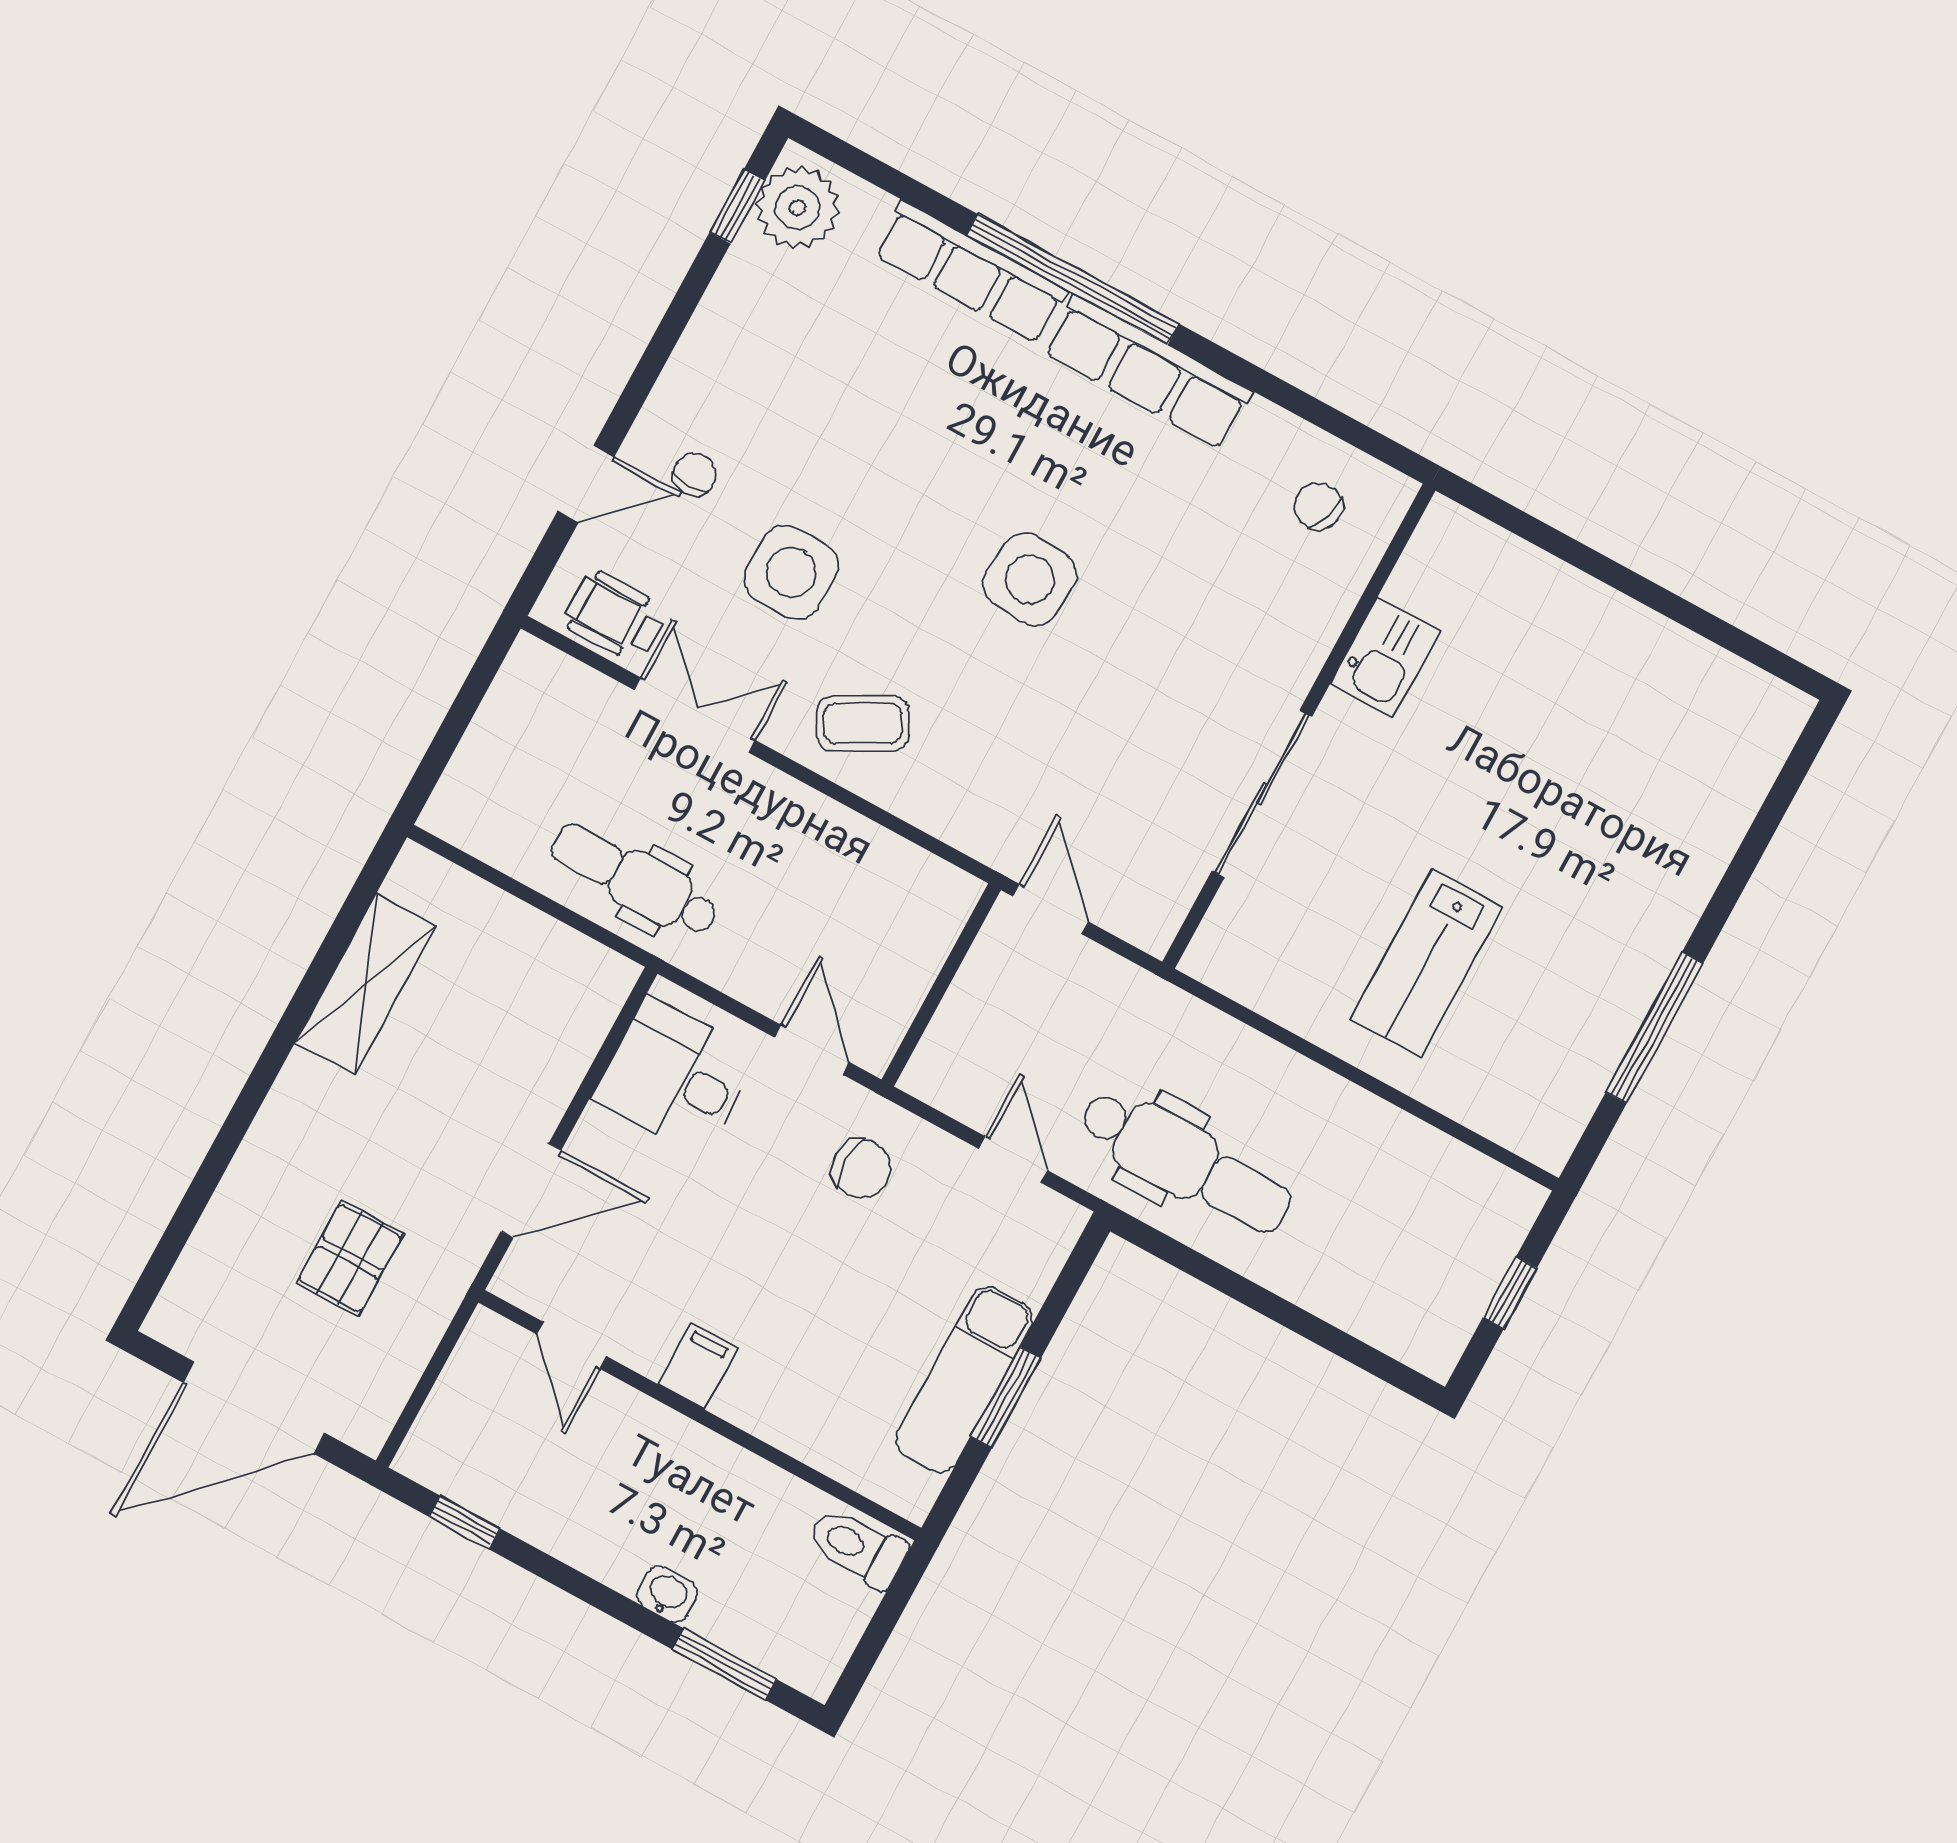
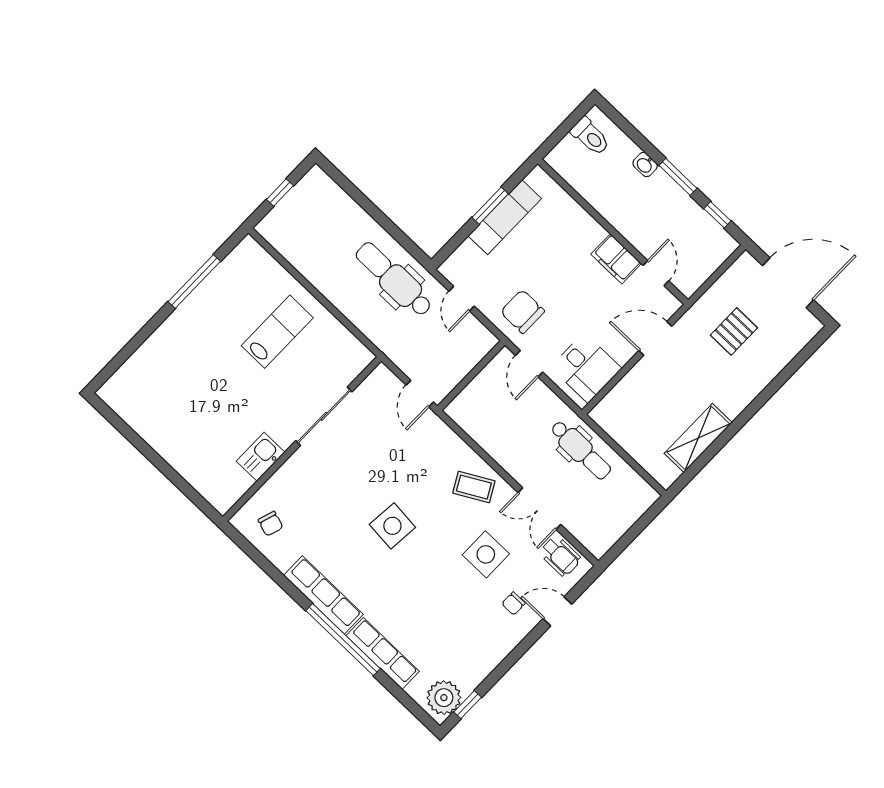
chair: (861, 1169) -> (522, 311), width x1.37, depth x1.37
filing cabinet: (698, 1366) -> (616, 259), width x2.00
toilet: (857, 1547) -> (590, 136), moved
window: (725, 1664) -> (678, 177), moved

